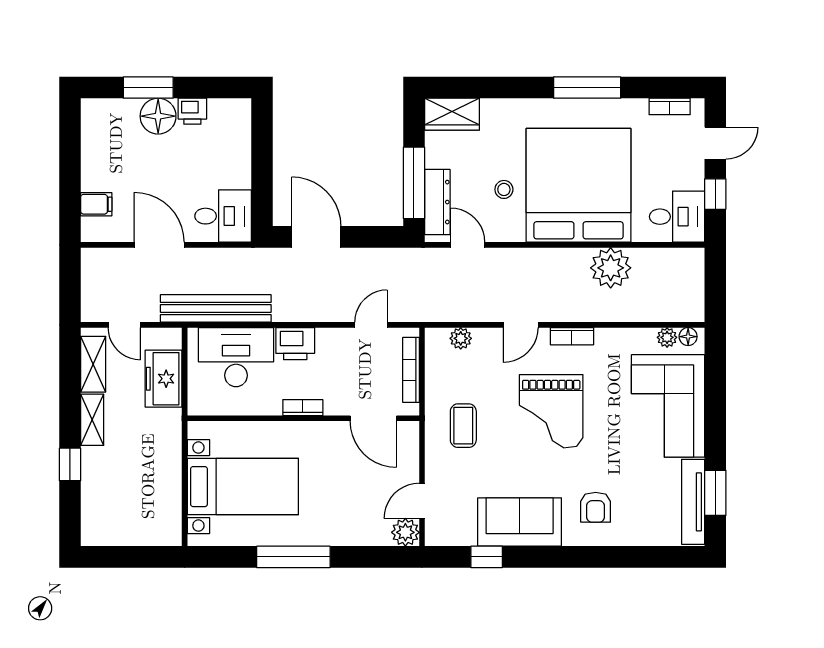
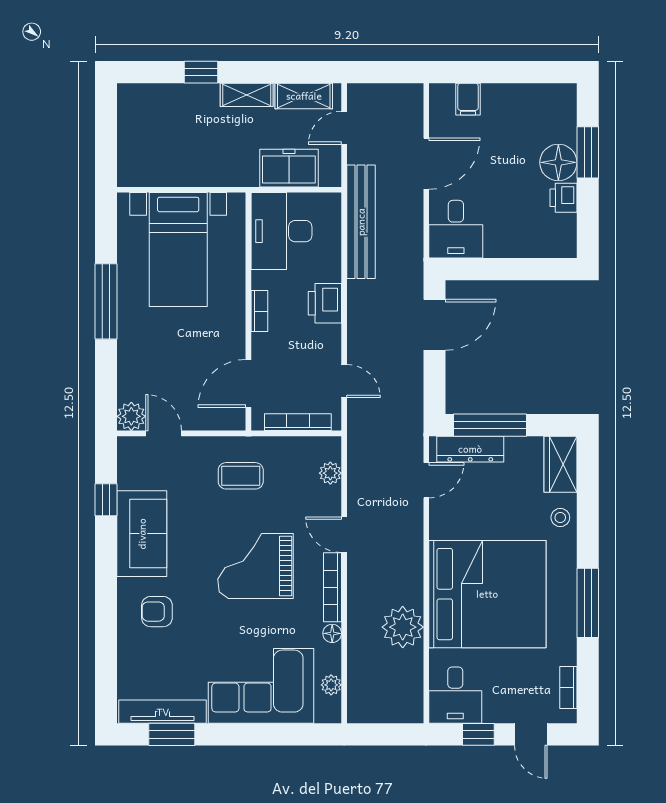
stool: (504, 189) -> (560, 518), moved
bookcase: (572, 336) -> (333, 587), width x1.56
floor lamp: (688, 337) -> (332, 633), moved
desk: (236, 357) -> (281, 231), moved, turned 180

